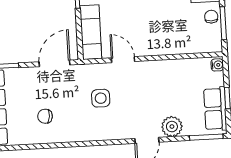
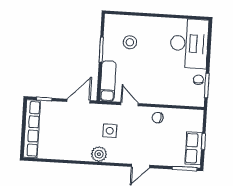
water cooler: (217, 65) -> (199, 116), removed
chair: (45, 116) -> (158, 118), moved
plant: (172, 127) -> (99, 154), moved

